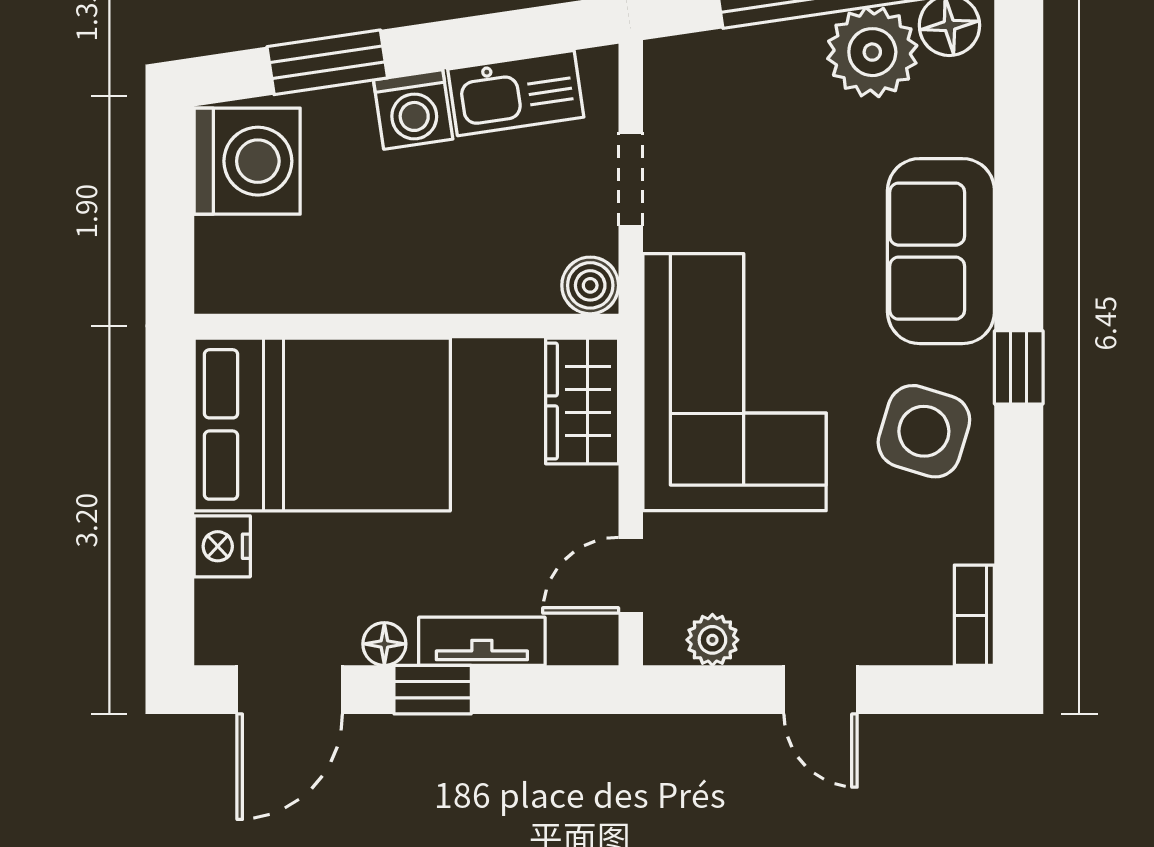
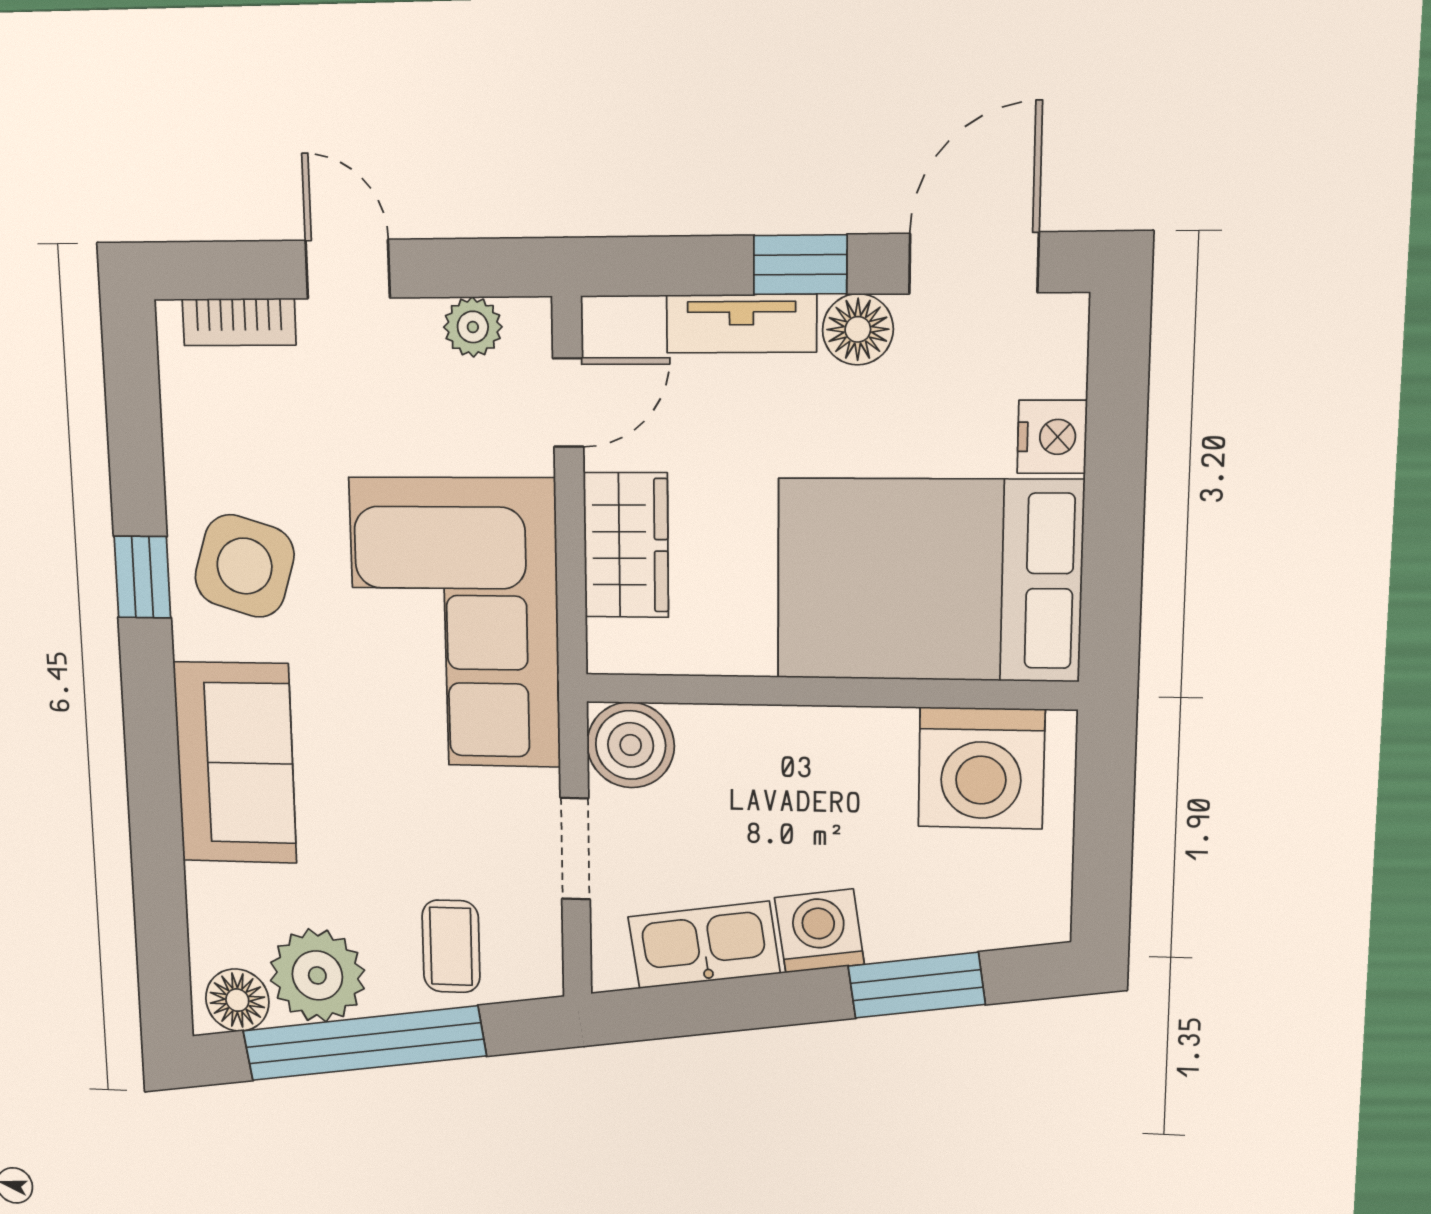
coffee table: (746, 84) -> (451, 946), added
washing machine: (247, 161) -> (981, 768), moved, turned -90
boiler: (590, 285) -> (631, 745), width x1.36, depth x1.36
window: (1019, 367) -> (142, 577), moved
wardrobe: (582, 401) -> (626, 545), moved
bookcase: (974, 615) -> (239, 322), moved, turned 90
floor lamp: (384, 644) -> (858, 329), width x1.37, depth x1.37

